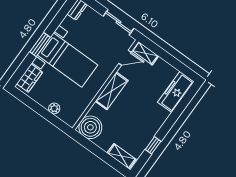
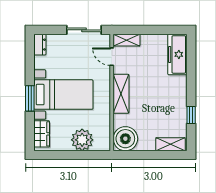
door: (125, 58) -> (112, 57), swing flipped
plant: (54, 108) -> (82, 140), width x1.88, depth x1.88

